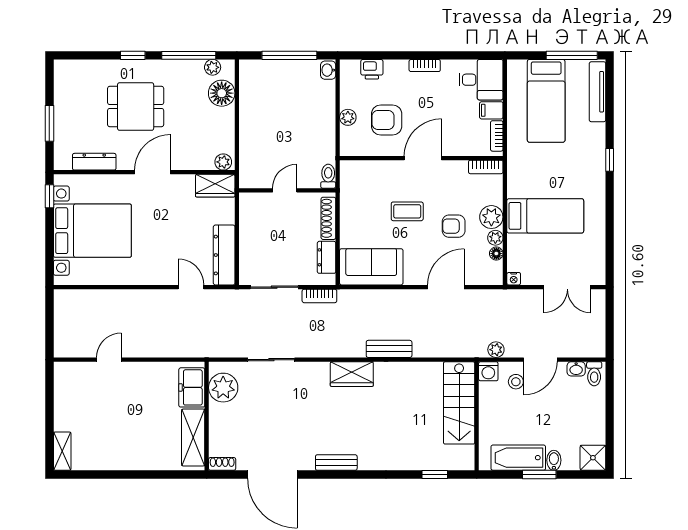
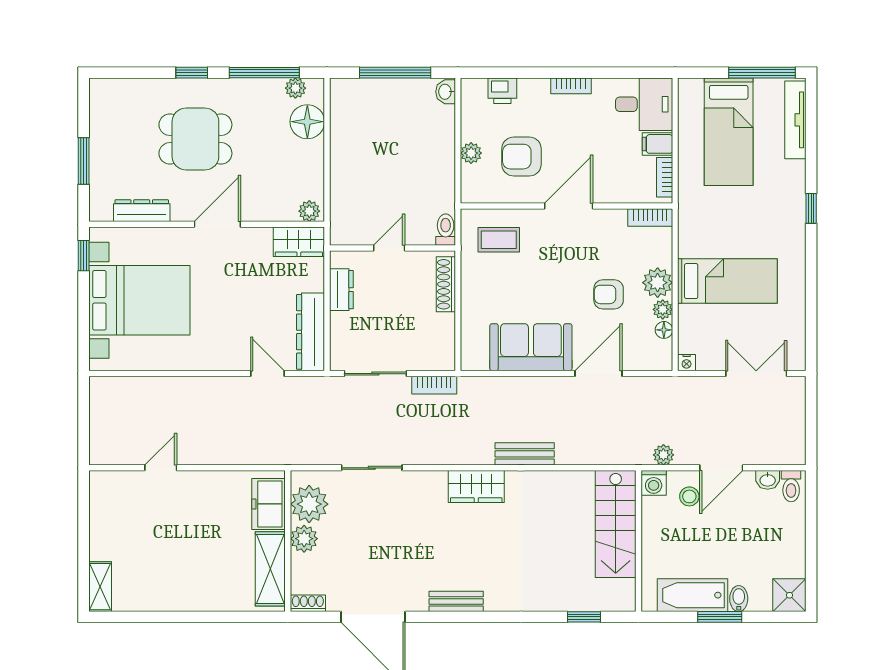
coffee table: (407, 211) -> (499, 240), moved
dresser: (327, 257) -> (341, 290), moved, turned 180
sofa: (371, 267) -> (531, 347), moved
double door: (567, 287) -> (756, 374), swing flipped
plant: (219, 414) -> (304, 539), added

